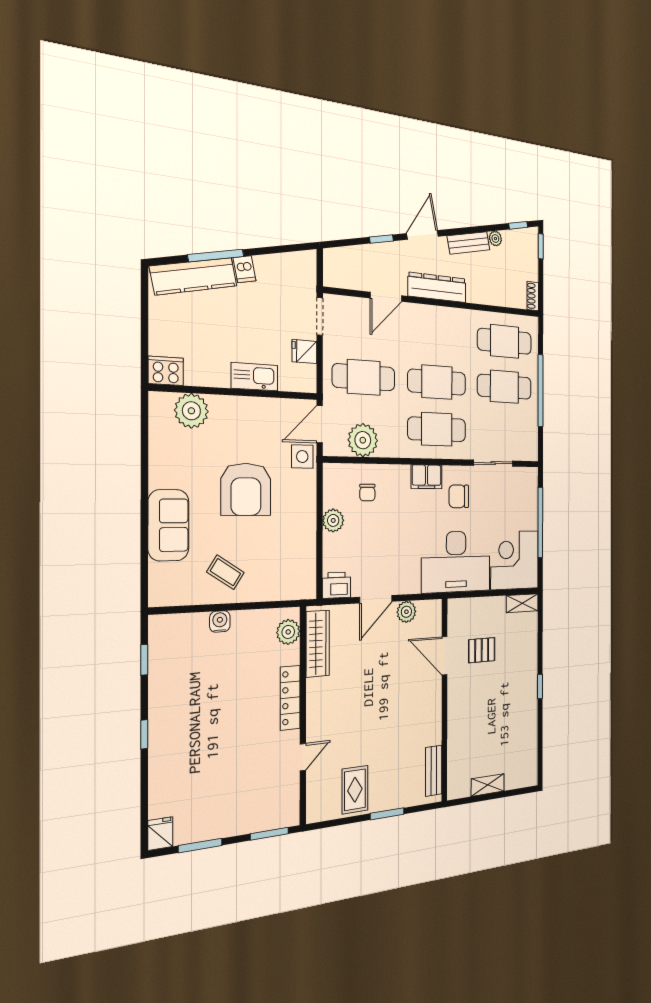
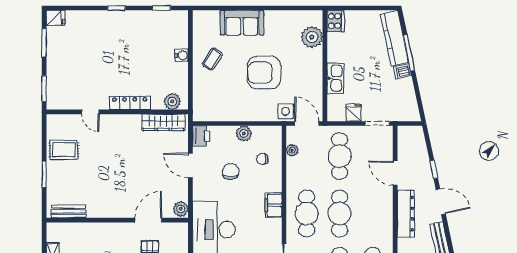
plant: (363, 440) -> (292, 150), width x0.53, depth x0.53
chair: (459, 496) -> (231, 171), moved
plant: (406, 612) -> (181, 209), moved

